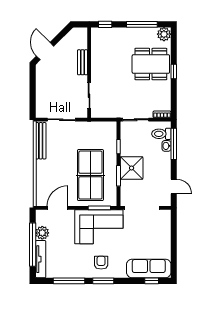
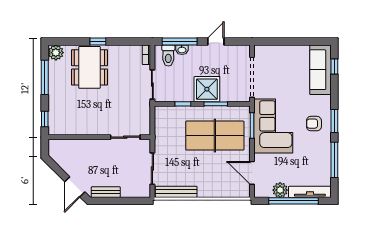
door: (45, 51) -> (75, 187), hinge flipped
bench: (83, 62) -> (106, 192), moved
door: (174, 186) -> (216, 41), moved

